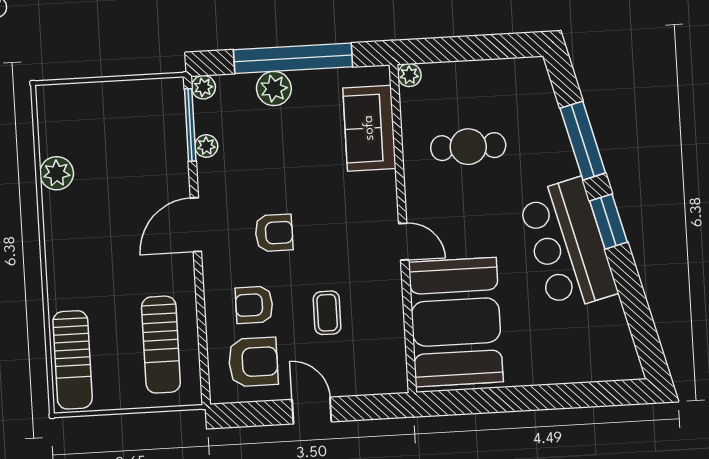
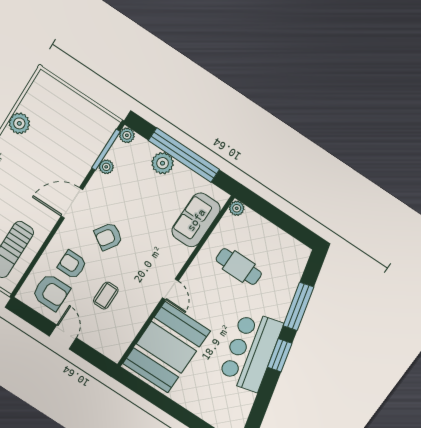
armchair: (274, 233) -> (108, 236), turned 123

